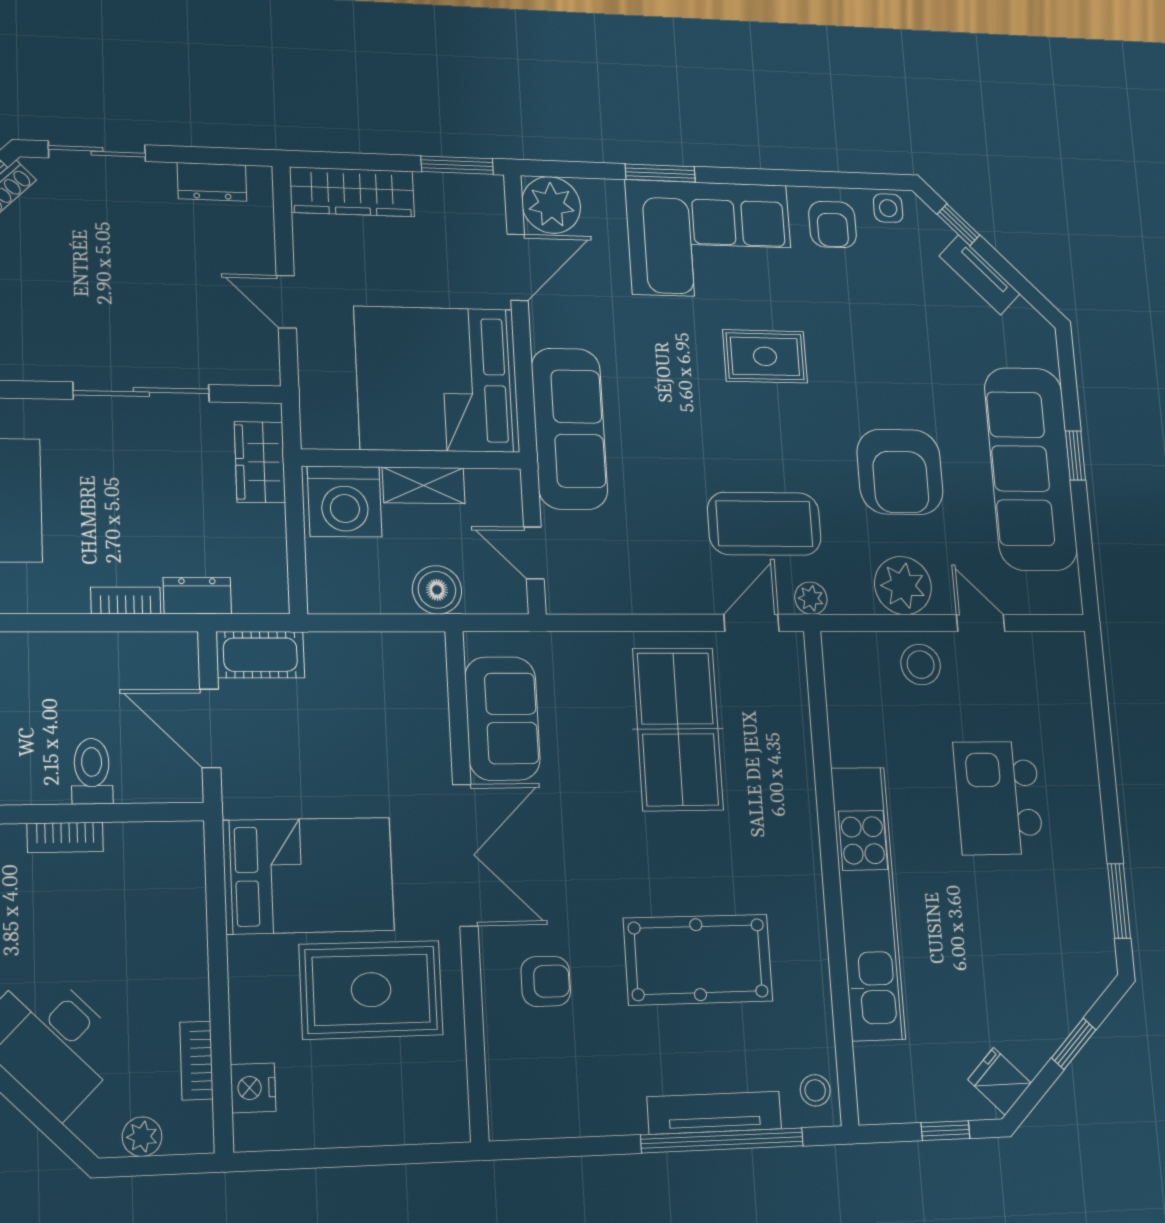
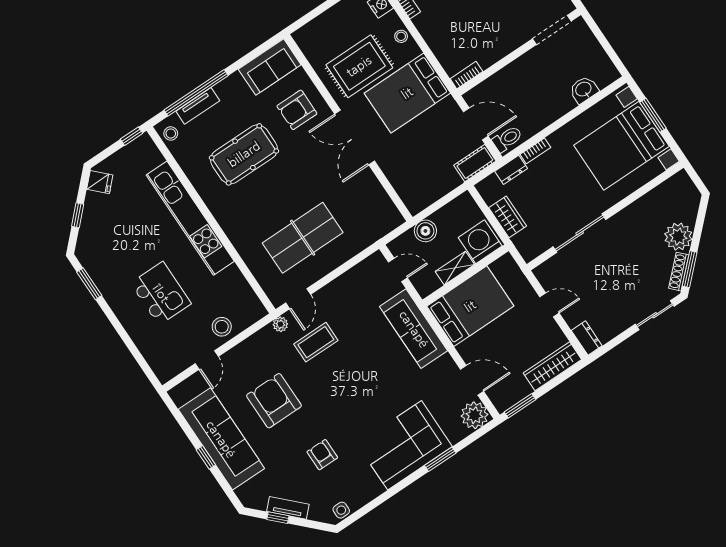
dresser: (212, 182) -> (587, 338), moved, turned 90
armchair: (832, 224) -> (322, 455), moved
window: (958, 225) -> (278, 518), moved
door: (518, 267) -> (472, 380), swing flipped
rug: (765, 356) -> (355, 411), removed
bed: (437, 379) -> (470, 306), width x0.73
wardrobe: (260, 462) -> (508, 217), moved
coffee table: (764, 524) -> (316, 342), width x0.73, depth x0.76
plant: (903, 586) -> (247, 354), removed
door: (981, 623) -> (207, 360), hinge flipped
sofa: (502, 718) -> (270, 67), moved, turned -90
table tennis table: (678, 729) -> (303, 238), turned 90
toilet: (92, 771) -> (507, 139), moved, turned -90
bookcase: (65, 837) -> (466, 75), moved
armchair: (546, 981) -> (297, 110), width x1.38, depth x1.38
stool: (251, 997) -> (401, 36), added
tv unit: (714, 1113) -> (198, 106), width x0.71
window: (945, 1131) -> (132, 136), moved

